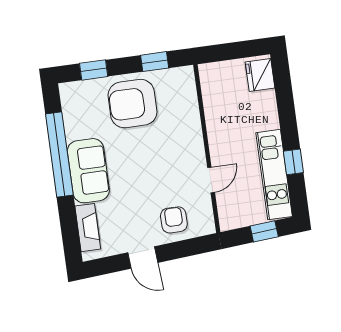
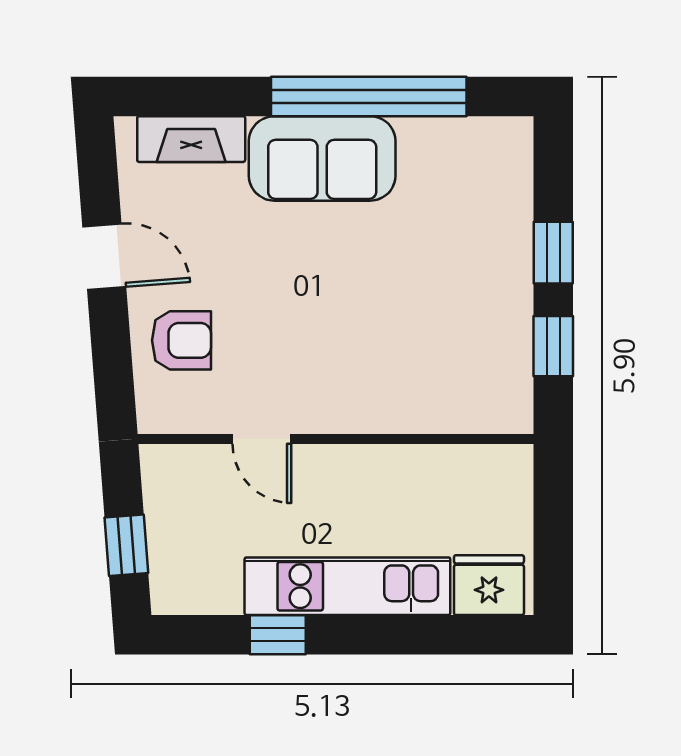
window: (94, 70) -> (553, 253), moved
armchair: (132, 104) -> (463, 282), removed
kitchen unit: (274, 175) -> (347, 586), moved
door: (143, 258) -> (104, 257), swing flipped

